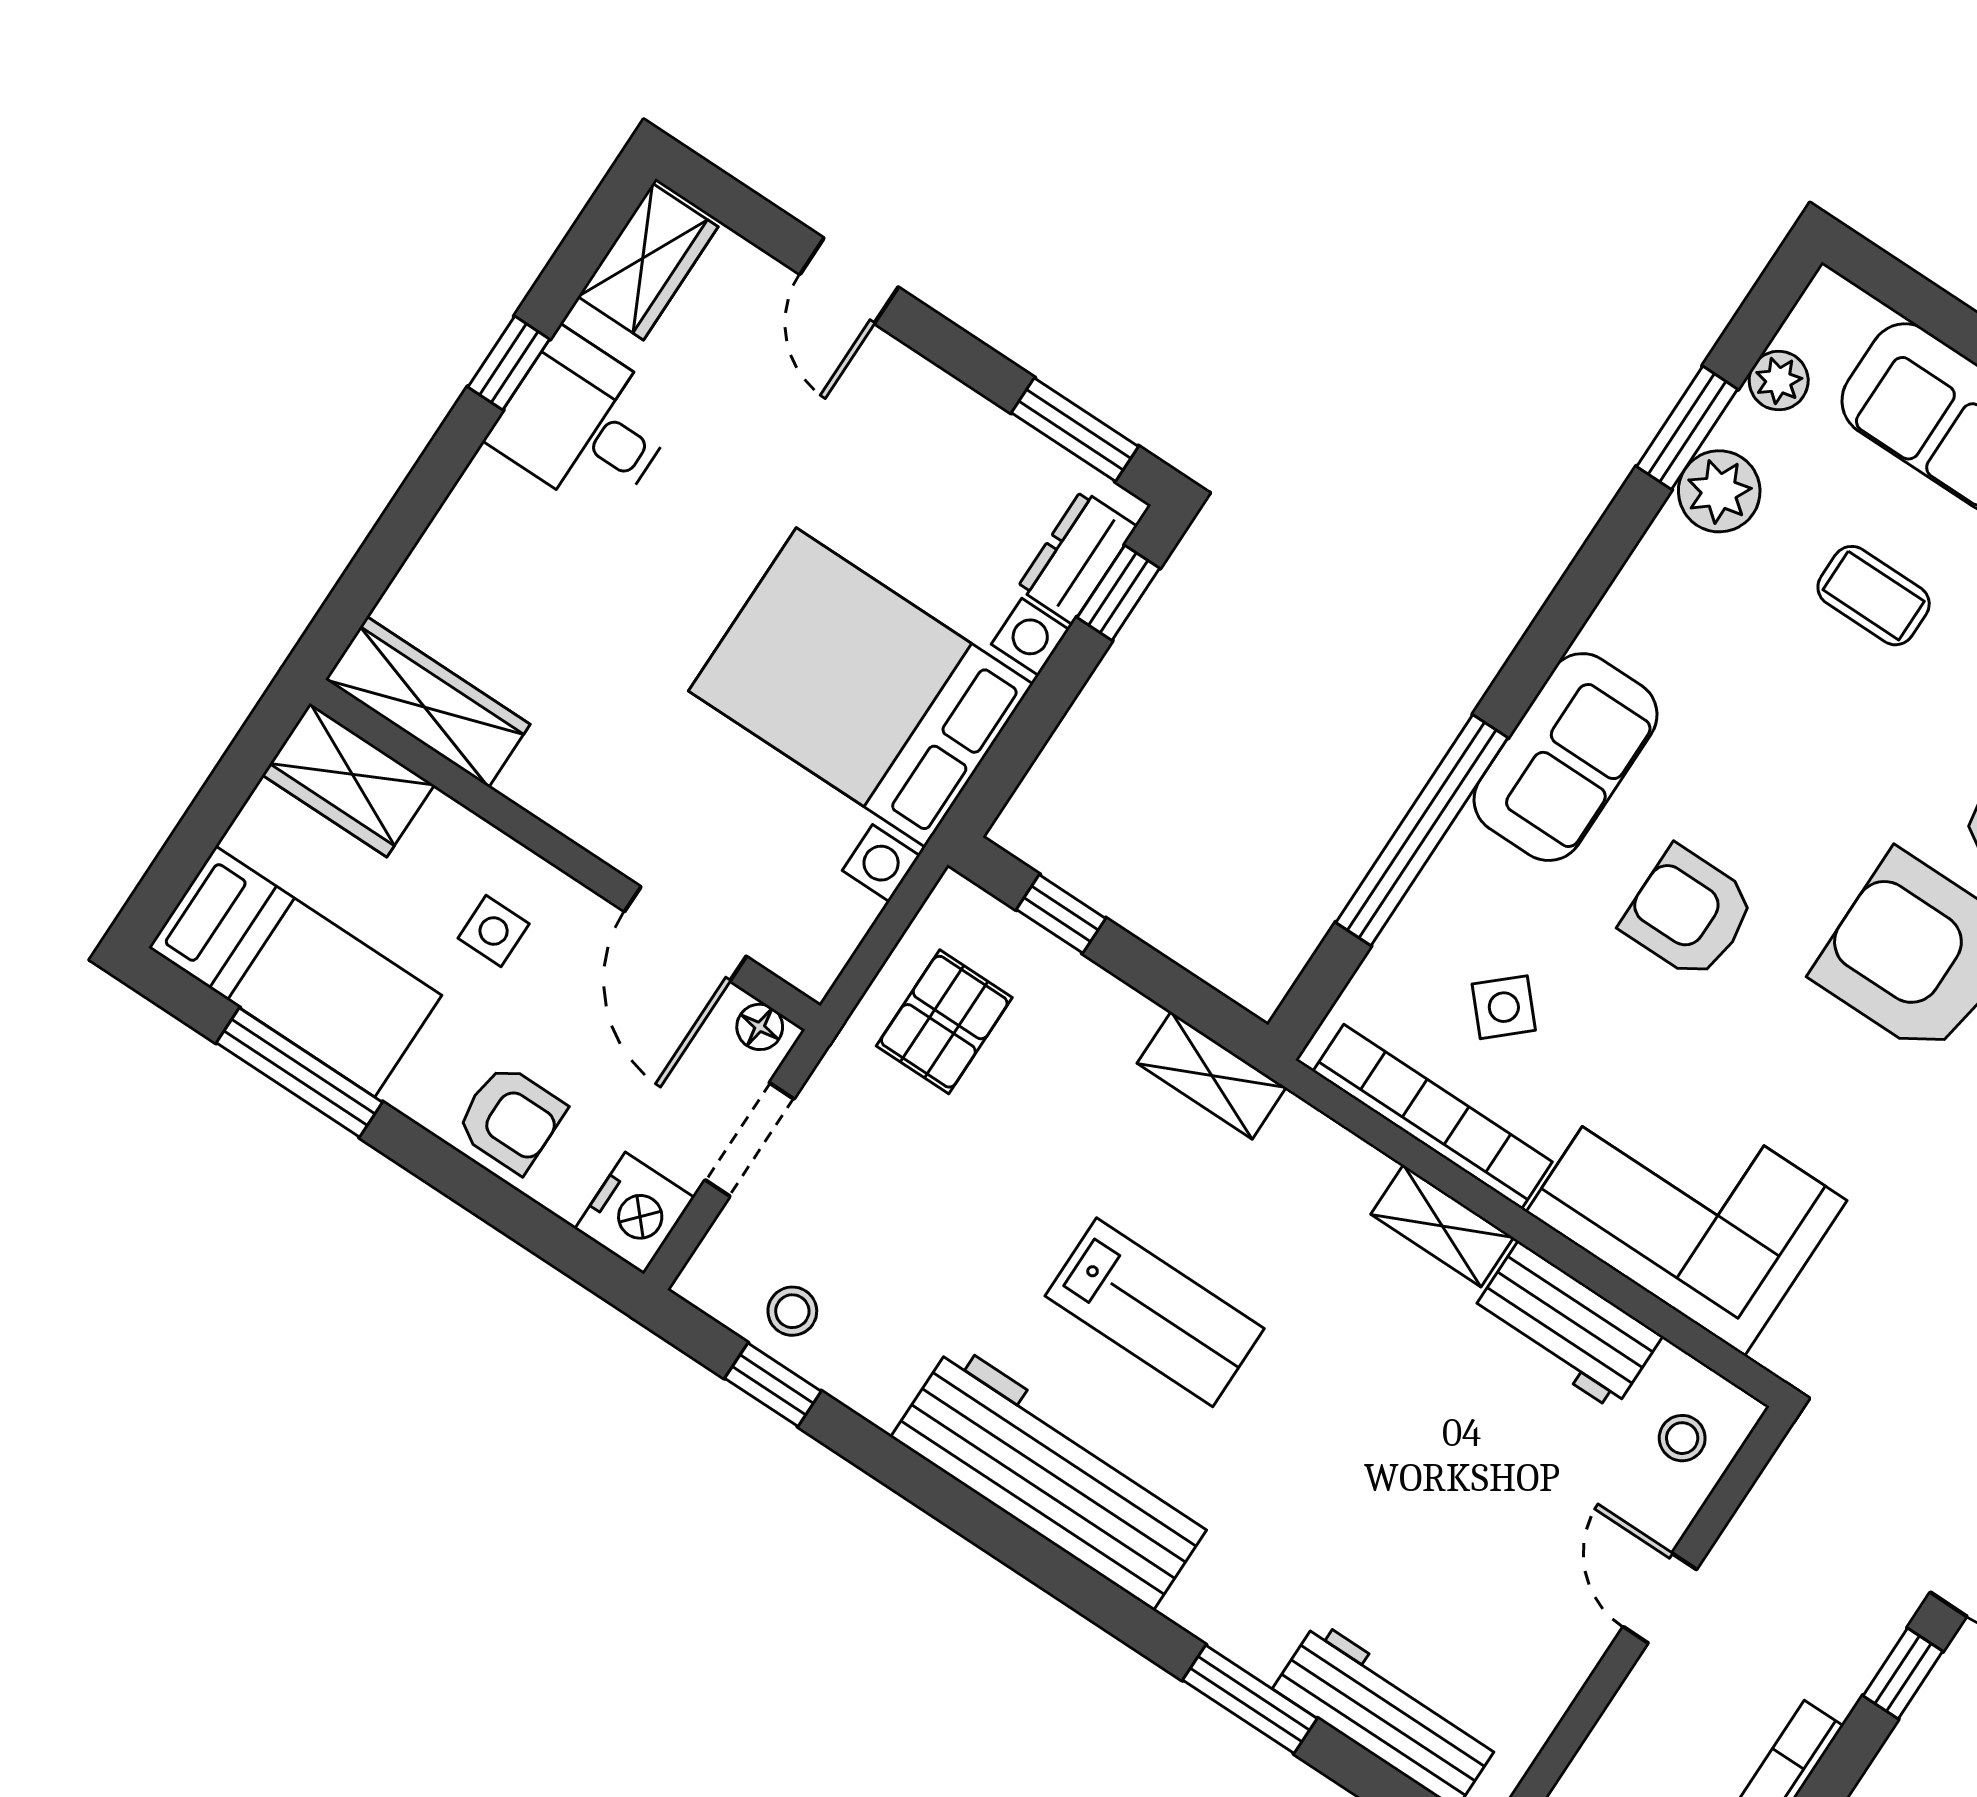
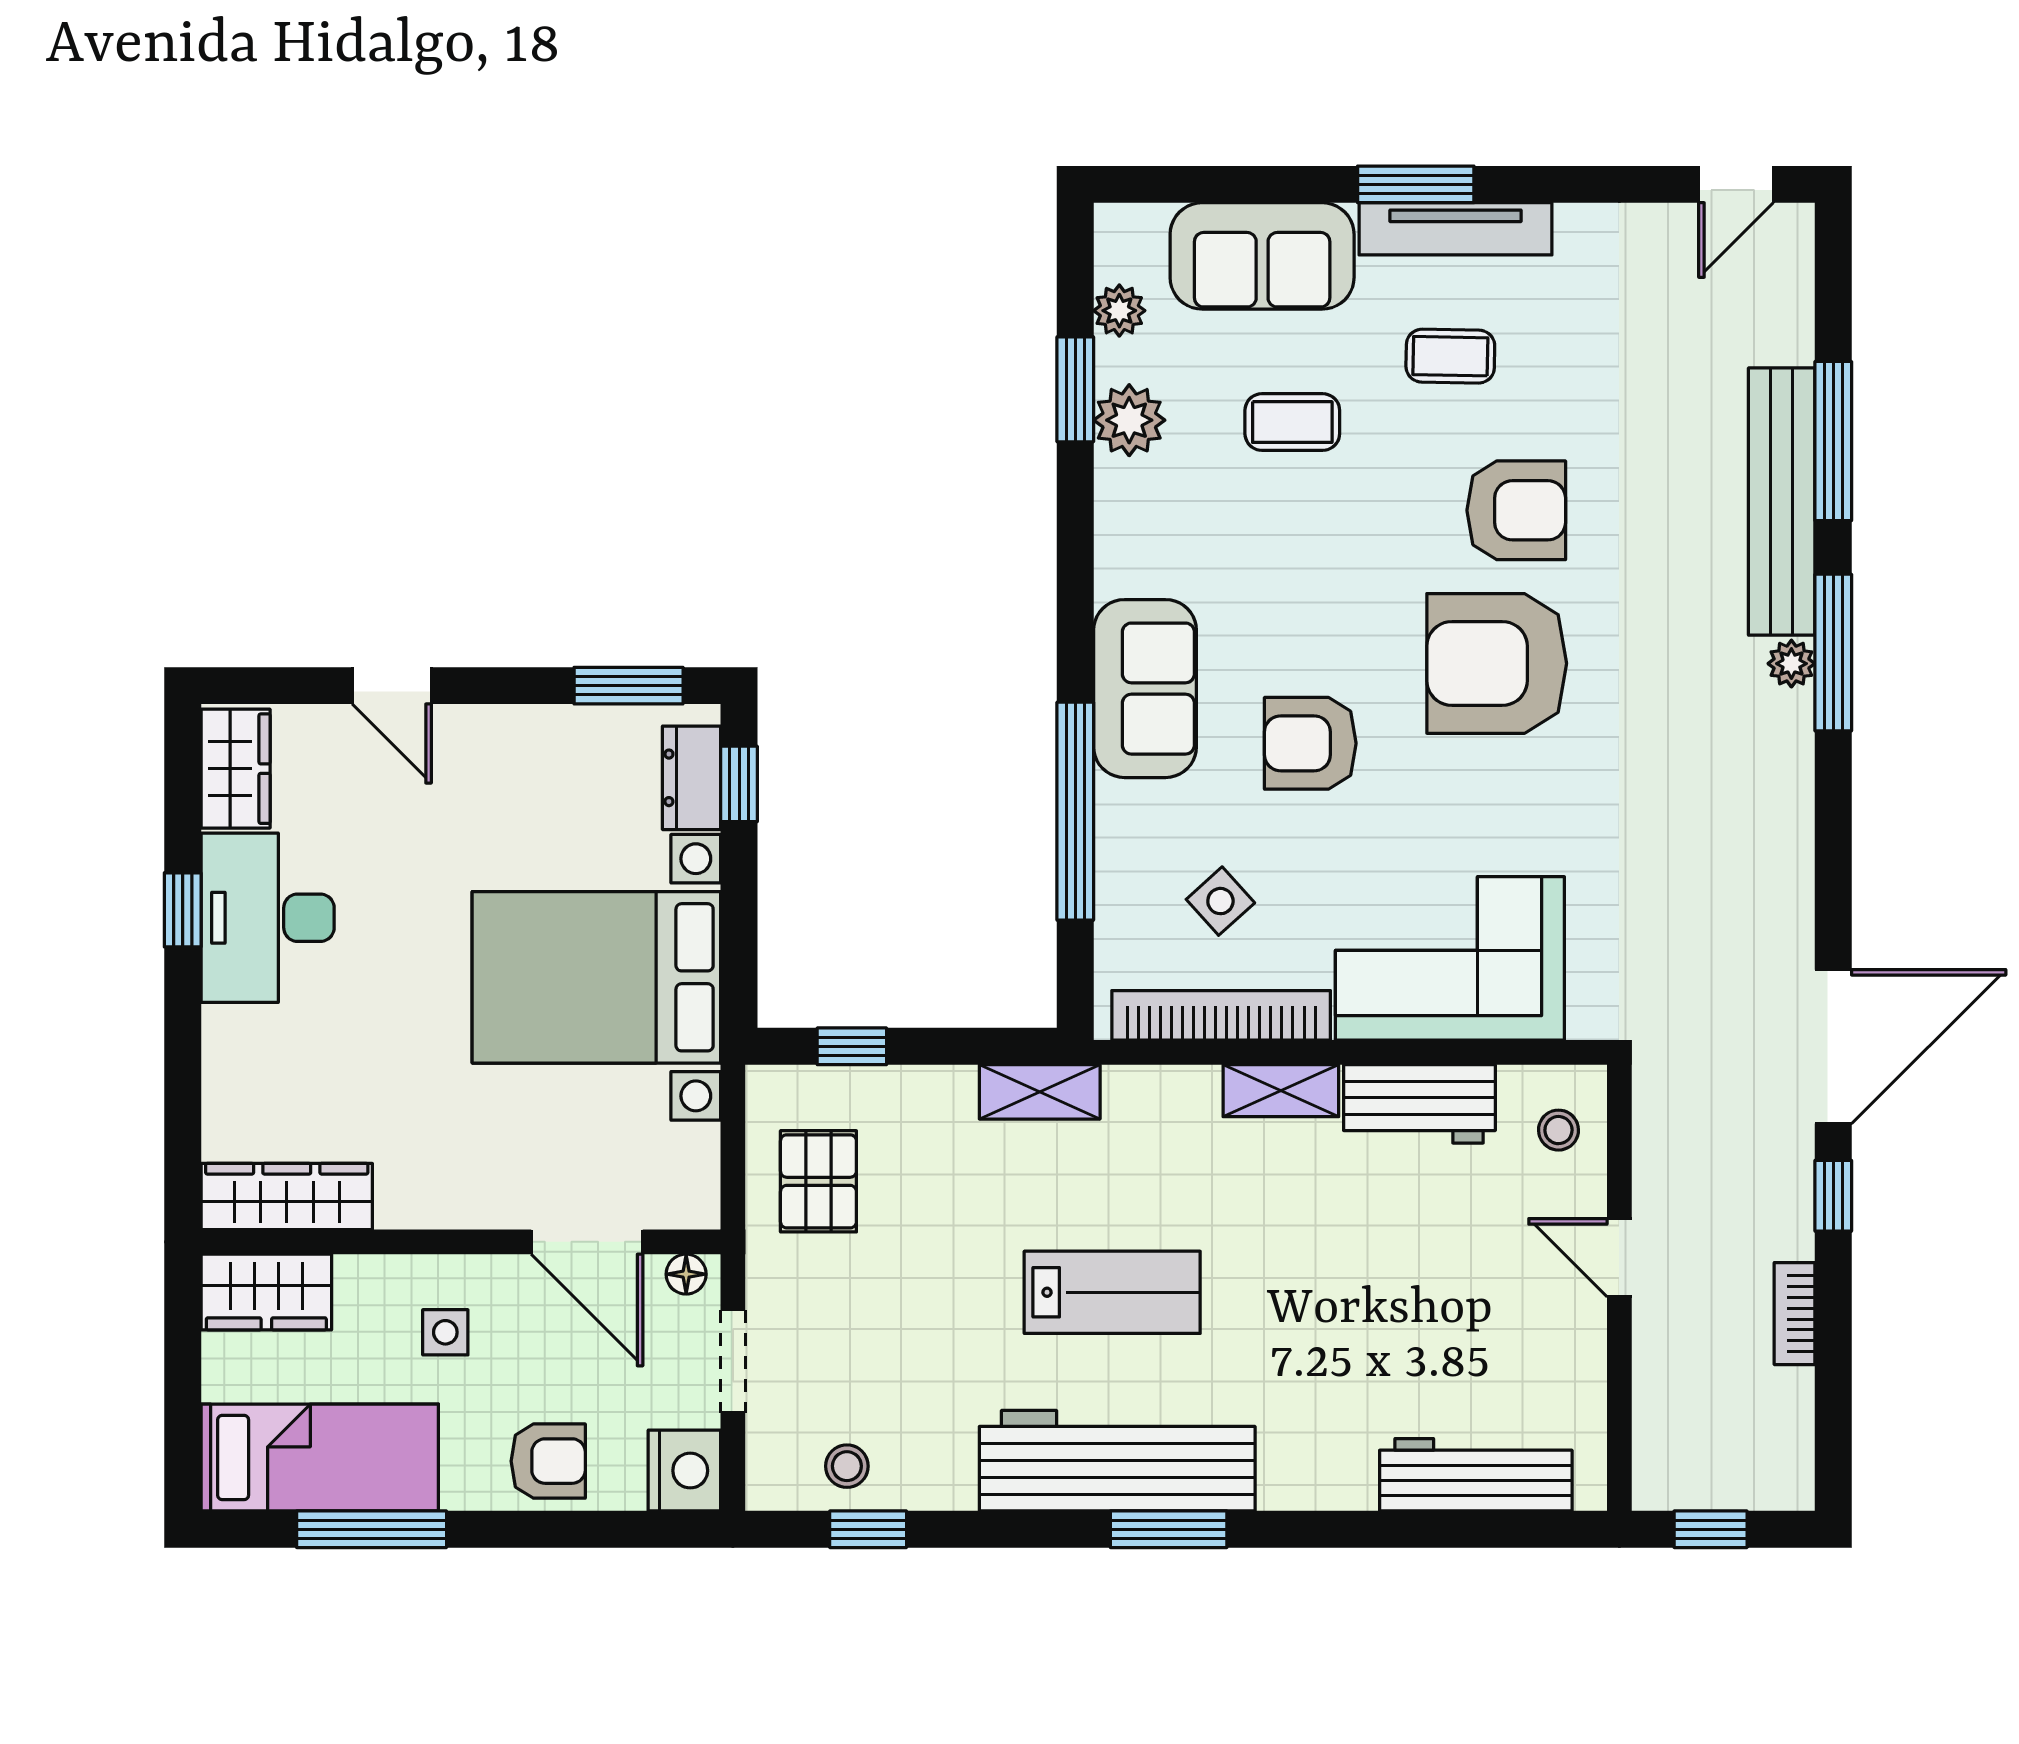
desk: (585, 424) -> (268, 918), width x1.37
window: (1250, 1699) -> (1169, 1529), moved

